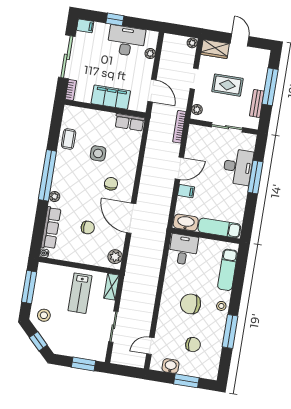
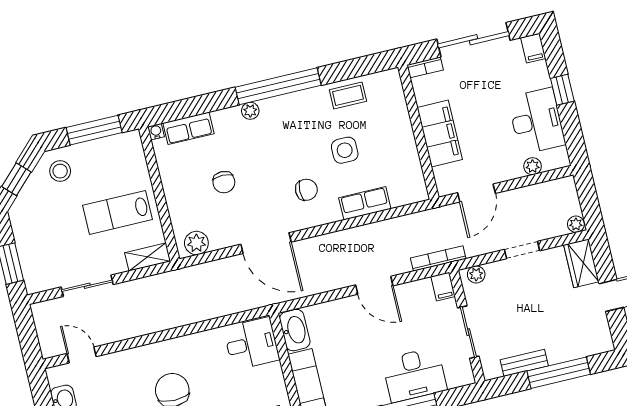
rug: (227, 85) -> (534, 306), removed
row of seats: (130, 122) -> (365, 203), moved, turned 90
filing cabinet: (186, 191) -> (443, 287), moved
door: (131, 218) -> (266, 243), swing flipped
row of seats: (51, 228) -> (188, 128), width x0.68

